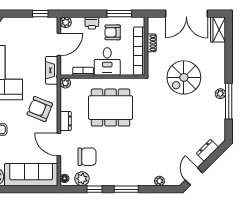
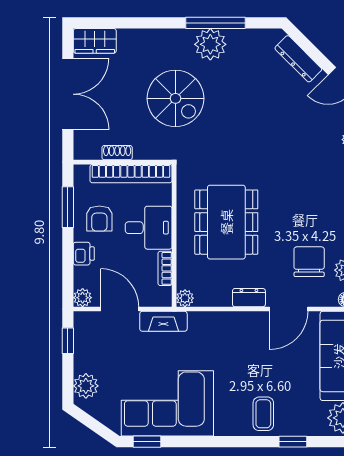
plant: (13, 24) -> (86, 386), added
plant: (220, 94) -> (210, 44), width x1.88, depth x1.88
armchair: (40, 109) -> (229, 341), removed
dresser: (207, 150) -> (298, 59), width x1.44

